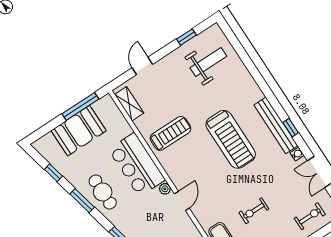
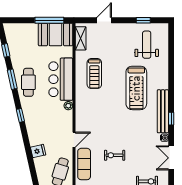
weight bench: (208, 62) -> (147, 45), turned -90
booth: (79, 131) -> (56, 34), moved
treadmill: (171, 133) -> (94, 74), turned 90
treadmill: (231, 139) -> (136, 88), moved
door: (182, 201) -> (74, 140), moved

